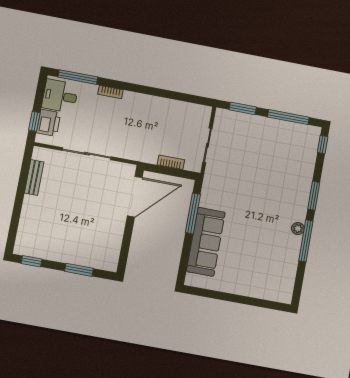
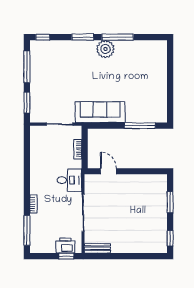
desk: (60, 96) -> (69, 180), moved, turned -90
bench: (34, 178) -> (97, 248), moved
door: (135, 197) -> (108, 171), width x0.53
window: (193, 213) -> (140, 126), moved
plant: (298, 228) -> (105, 49), width x1.88, depth x1.88
sofa: (206, 242) -> (100, 112), moved

